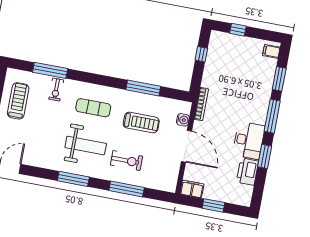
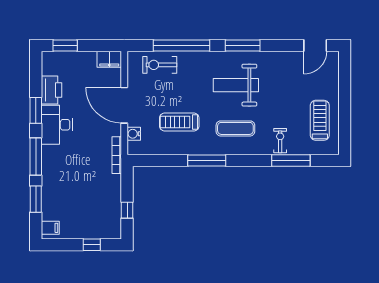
window: (143, 88) -> (207, 161), moved
treadmill: (18, 101) -> (320, 120), turned 180
exercise bike: (126, 161) -> (160, 65), moved
window: (127, 189) -> (182, 46), width x1.46
window: (213, 205) -> (65, 46), moved

